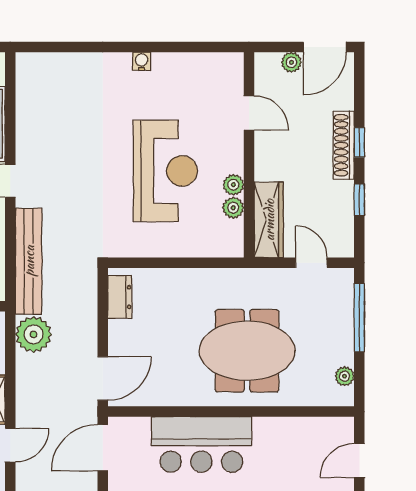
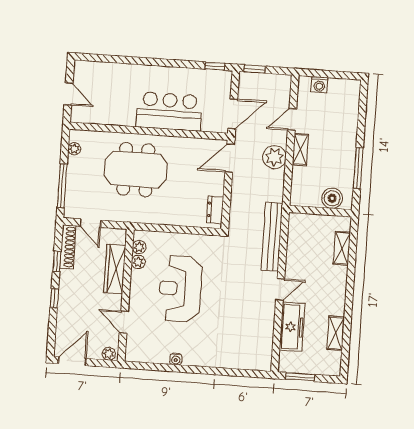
water cooler: (142, 61) -> (176, 359), moved
plant: (291, 62) -> (109, 354), moved
shoe rack: (344, 145) -> (68, 247), moved
plant: (233, 185) -> (139, 247), moved
wardrobe: (269, 220) -> (115, 269), moved
plant: (33, 334) -> (274, 157), moved
door: (359, 461) -> (69, 94), hinge flipped

